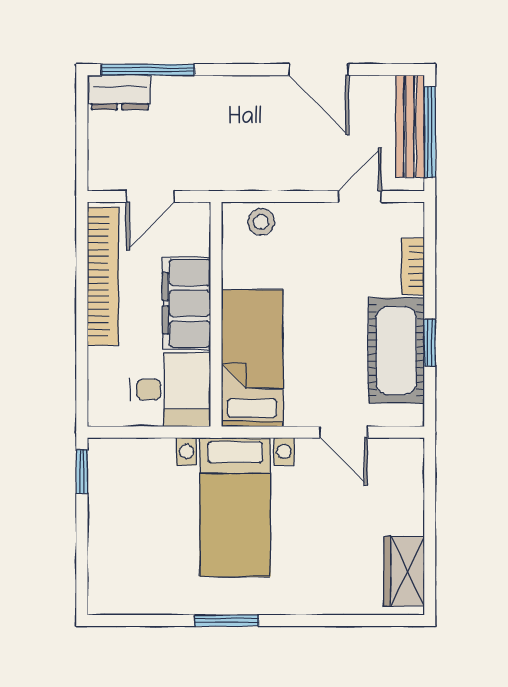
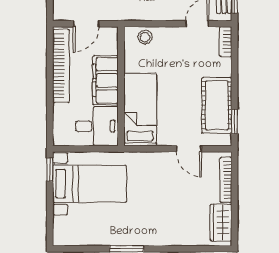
bookcase: (413, 266) -> (226, 42), moved
window: (430, 342) -> (235, 122), moved
bookcase: (413, 491) -> (226, 180), added
bed with nightstands: (235, 507) -> (90, 184), moved, turned -90

